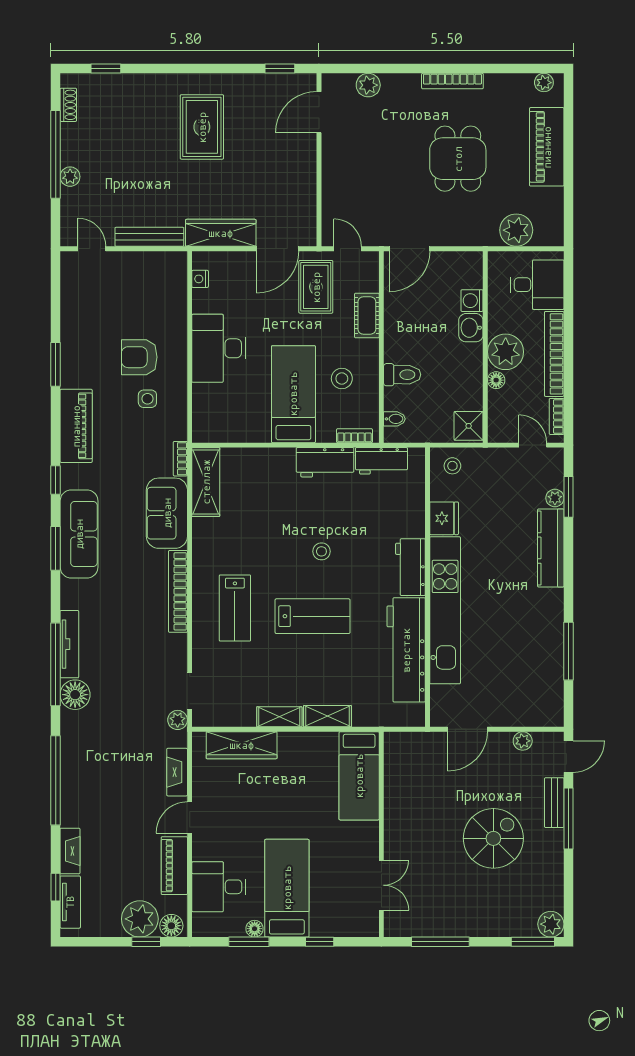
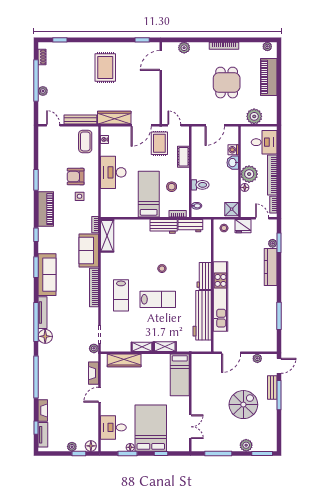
door: (410, 249) -> (215, 125), moved
coffee table: (159, 283) -> (85, 141), added
fridge: (444, 518) -> (243, 226), moved, turned 90
sofa: (79, 534) -> (47, 275), moved
piano: (174, 866) -> (92, 417), removed
bed: (287, 888) -> (151, 428), width x1.50
plant: (140, 919) -> (72, 447), width x0.53, depth x0.53
plant: (551, 924) -> (246, 445), moved

